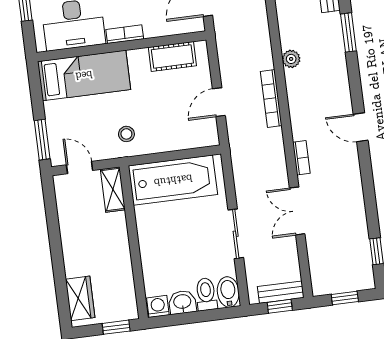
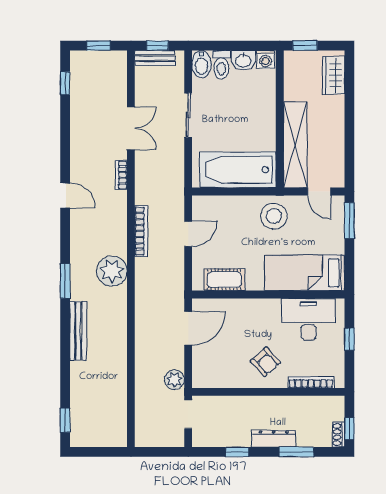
bookcase: (125, 34) -> (264, 305), removed
plant: (291, 59) -> (112, 271), width x1.88, depth x1.88
stool: (126, 134) -> (274, 216), width x1.89, depth x1.89
shelving: (113, 190) -> (295, 145), width x2.20, depth x1.33

